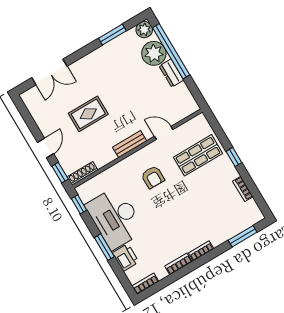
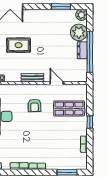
window: (171, 51) -> (90, 52), moved

